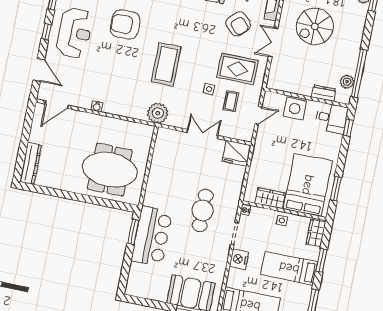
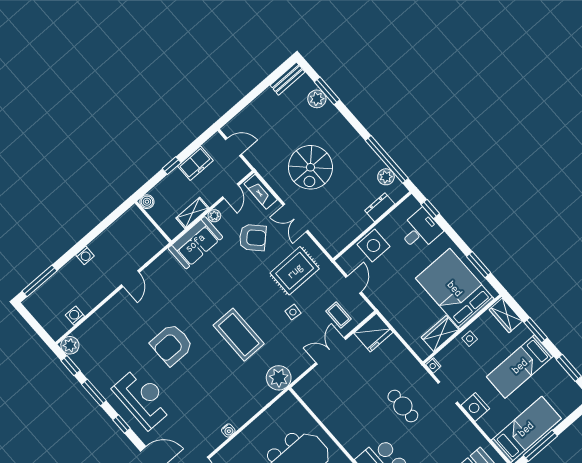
coffee table: (231, 101) -> (339, 315), moved
desk: (332, 118) -> (420, 230), moved
cafe table: (203, 210) -> (403, 406), width x0.73, depth x0.74

